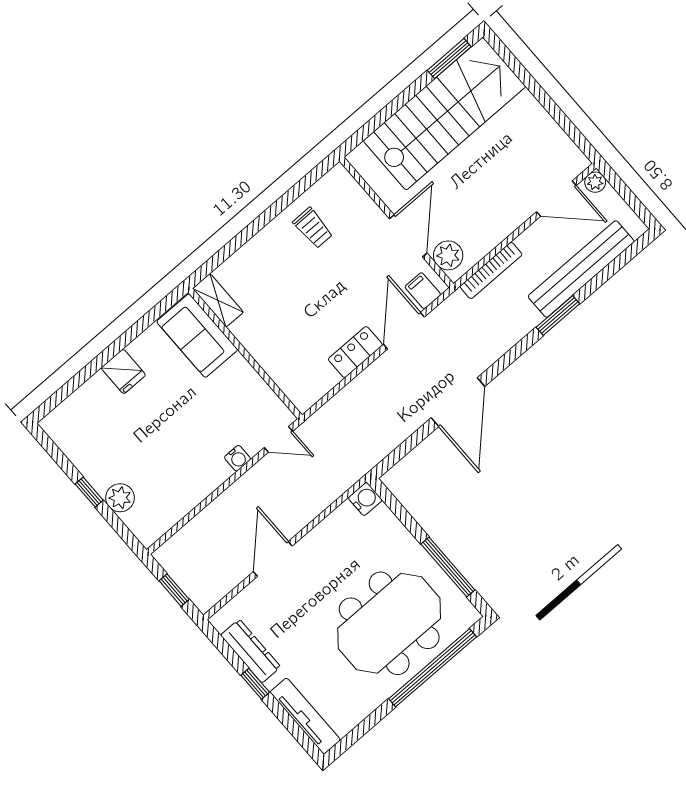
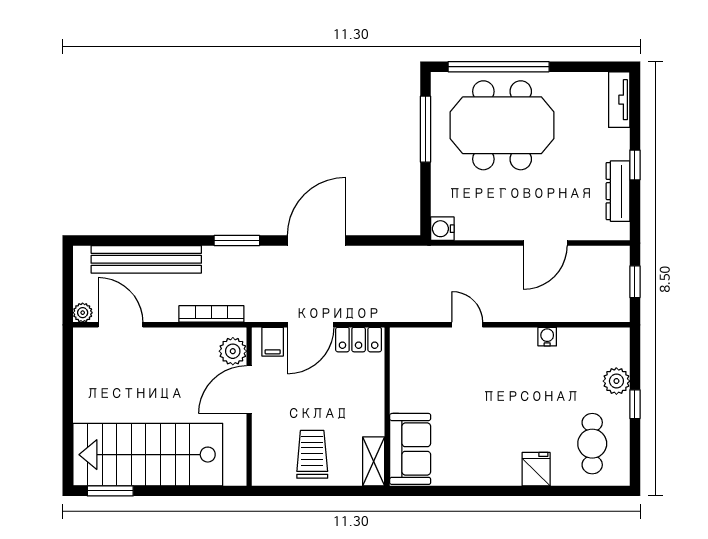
trolley: (313, 228) -> (312, 454), width x1.36, depth x1.39
shelving: (218, 300) -> (374, 461), moved
window: (558, 315) -> (237, 240), moved
sofa: (197, 336) -> (410, 449), moved
wall: (245, 354) -> (387, 407), moved
cafe table: (96, 431) -> (592, 444), added
water cooler: (238, 458) -> (547, 337), moved
tv unit: (305, 716) -> (619, 100), width x0.71

